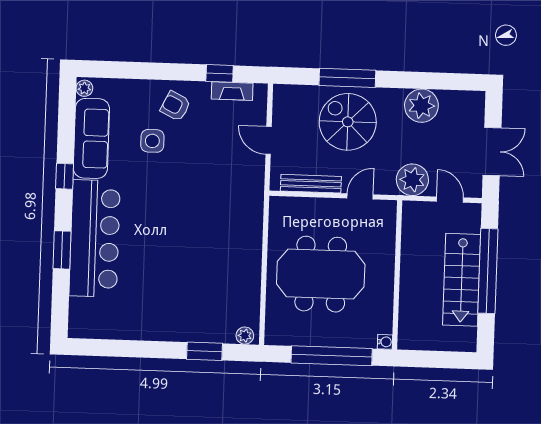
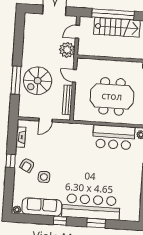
window: (220, 73) -> (11, 161), moved
plant: (421, 106) -> (31, 44), removed
meeting table: (321, 274) -> (112, 96), turned 90
bar counter: (238, 280) -> (114, 137), added

